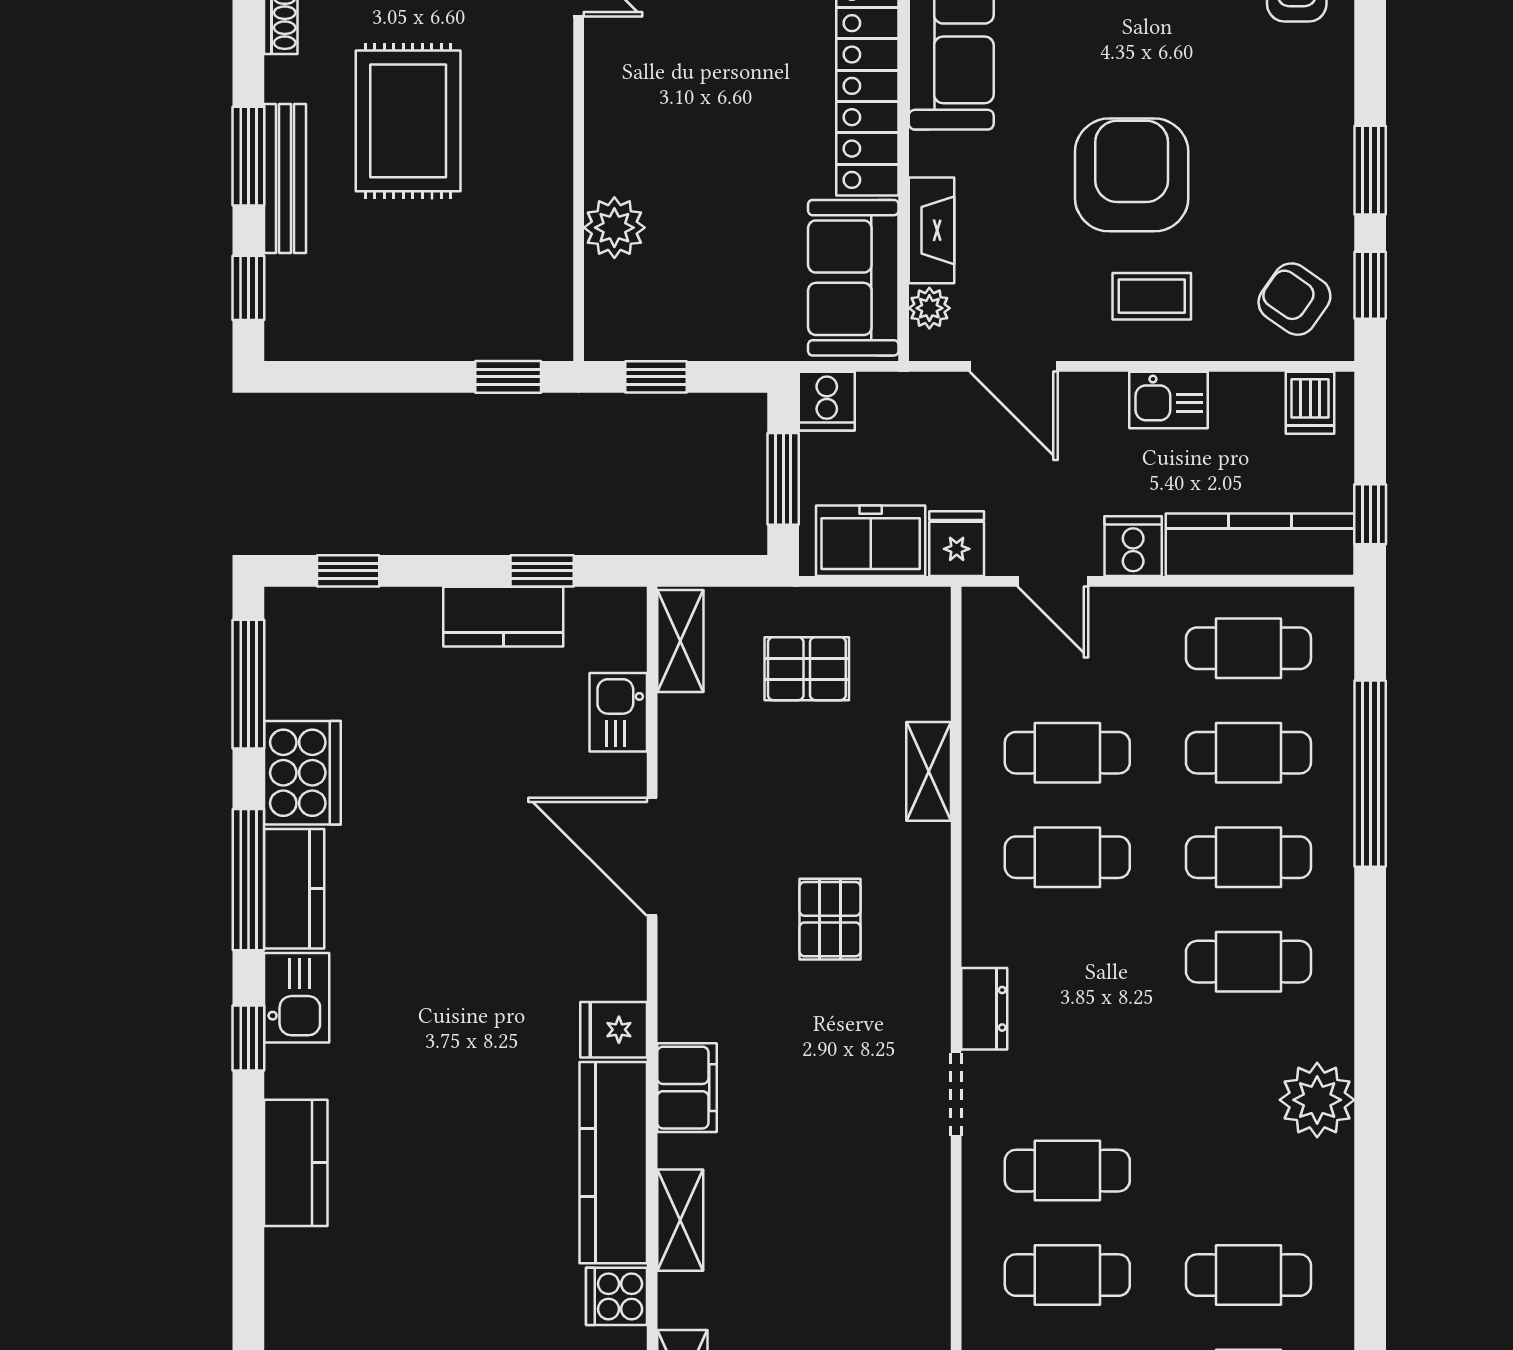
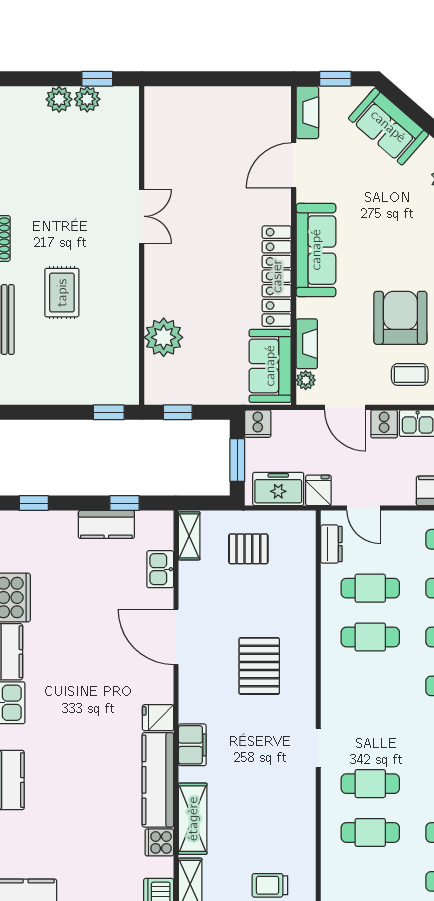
rug: (408, 121) -> (62, 293), width x0.73, depth x0.70
plant: (614, 228) -> (164, 337), width x1.36, depth x1.36
cooker: (1133, 546) -> (384, 424), moved, turned 180
shelving: (929, 771) -> (305, 597), removed
pallet: (830, 919) -> (259, 666), width x1.50, depth x1.42
dresser: (984, 1009) -> (331, 544), moved
shelving: (680, 1220) -> (193, 819), width x1.50, depth x1.33

